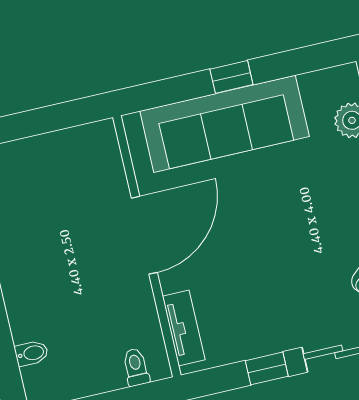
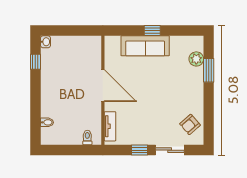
sofa: (225, 124) -> (145, 46), width x0.74, depth x0.79
door: (144, 235) -> (103, 86), hinge flipped

